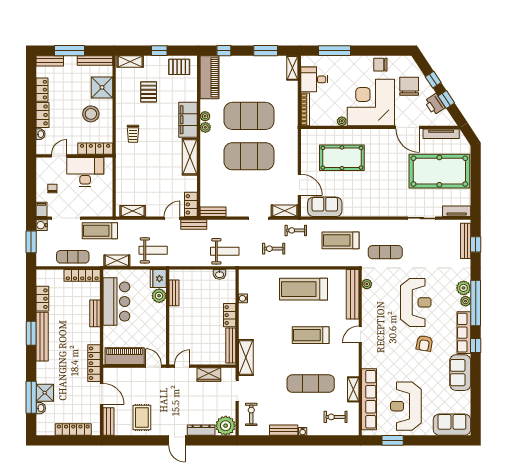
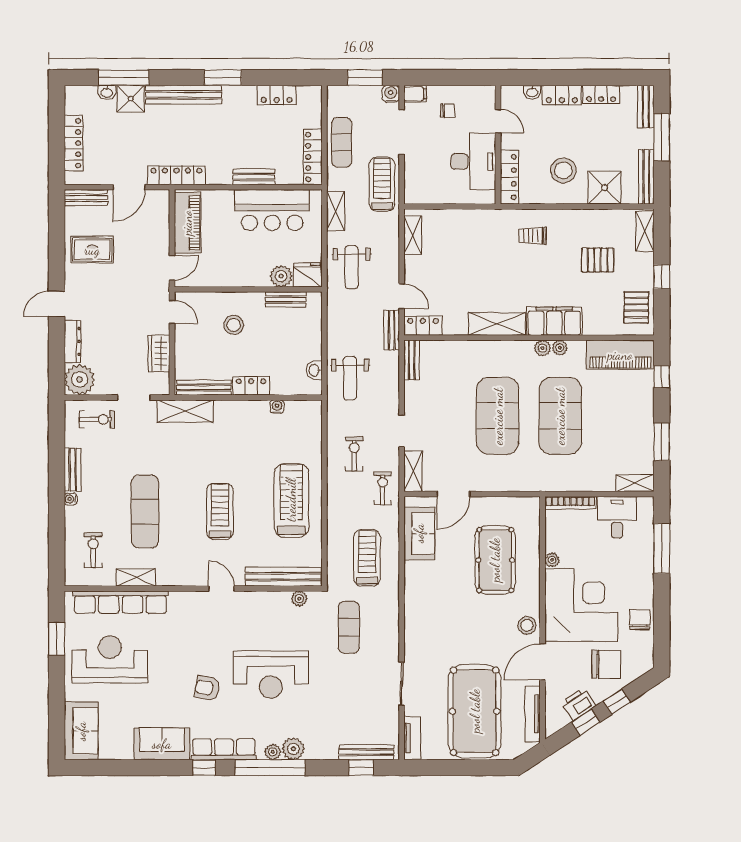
stool: (384, 137) -> (527, 625), added
stool: (190, 326) -> (234, 325), added
bench: (42, 337) -> (184, 95), moved

